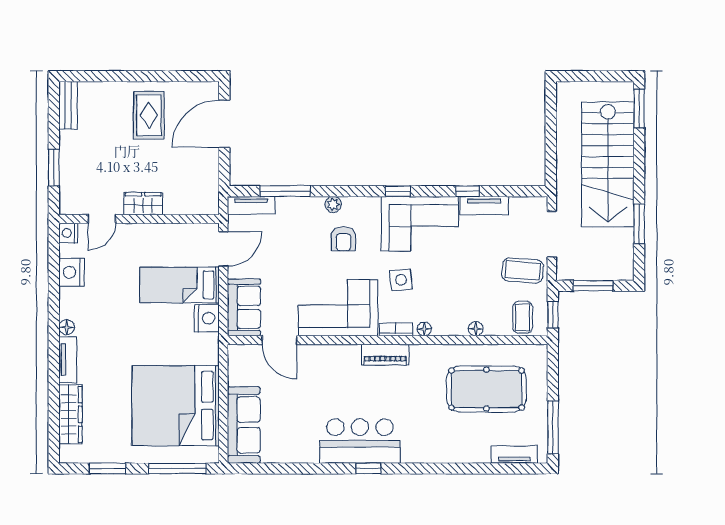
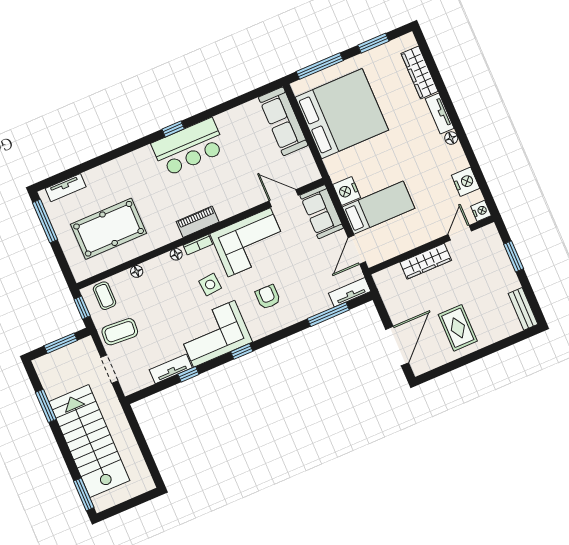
wardrobe: (143, 204) -> (426, 261), width x1.50
plant: (333, 204) -> (287, 320), removed
doorway: (552, 234) -> (109, 369), width x0.73

